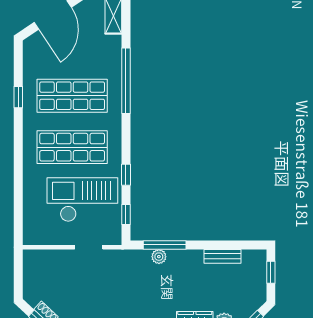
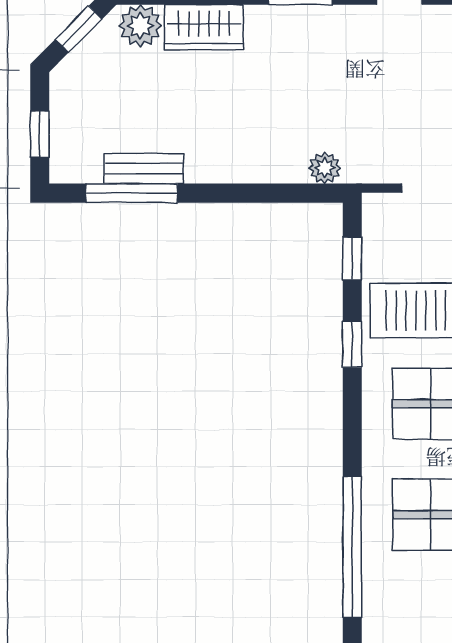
window: (165, 245) -> (132, 193), moved
plant: (159, 257) -> (325, 168), moved

